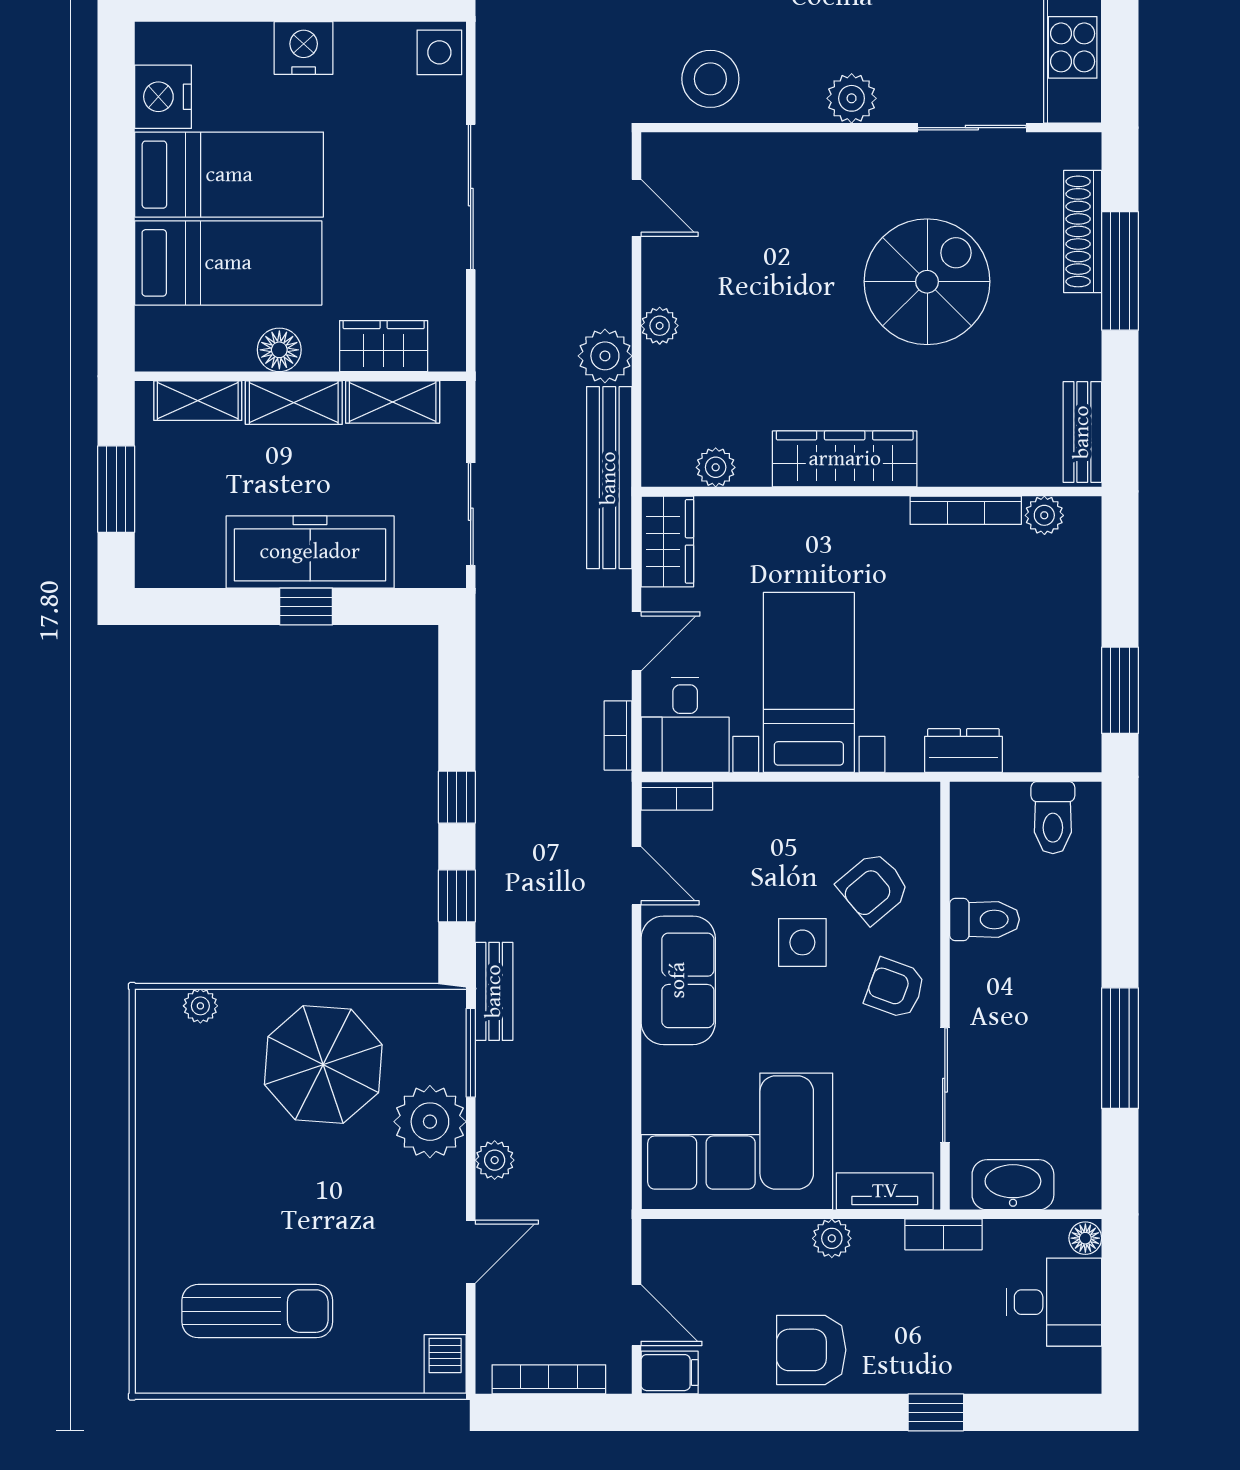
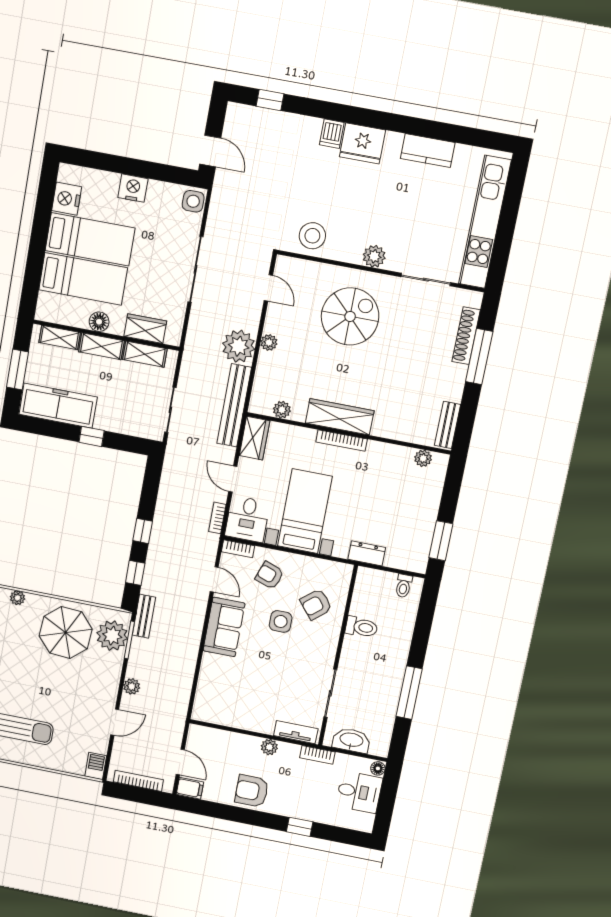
spiral stairs: (927, 282) -> (350, 316), moved
plant: (605, 356) -> (239, 346), width x1.36, depth x1.36
bookcase: (966, 510) -> (342, 441), moved
freezer: (310, 552) -> (58, 406), moved
door: (636, 641) -> (233, 479), swing flipped
toilet: (1053, 818) -> (404, 586), width x0.73, depth x0.72
armchair: (895, 988) -> (270, 575), moved
plant: (430, 1122) -> (112, 636), moved
corner sofa: (737, 1141) -> (236, 699), removed

